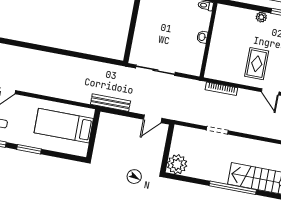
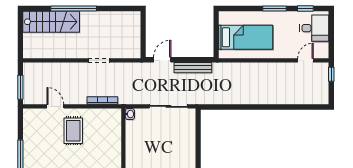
washbasin: (202, 37) -> (130, 114), moved
bench: (110, 103) -> (193, 68), moved
plant: (177, 164) -> (131, 21), removed

